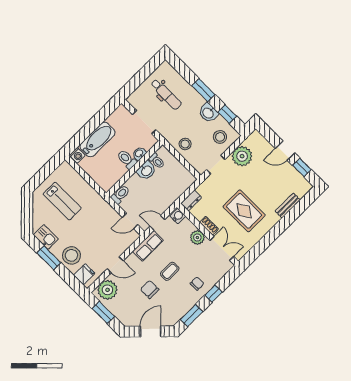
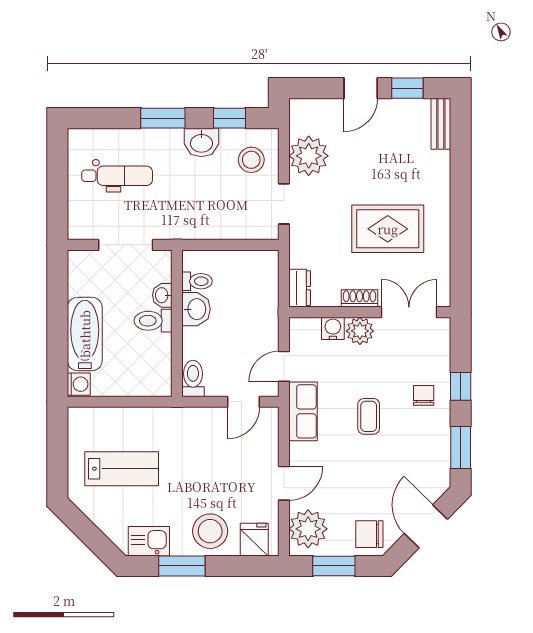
stool: (185, 144) -> (213, 218), removed
bench: (288, 206) -> (441, 124), moved
water cooler: (178, 216) -> (333, 328), moved
chair: (150, 289) -> (369, 534), moved

